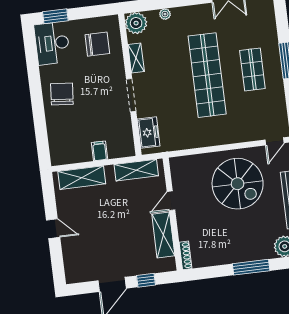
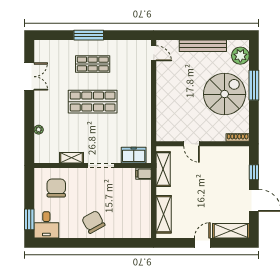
plant: (136, 23) -> (43, 154), removed
desk: (52, 43) -> (46, 225), width x0.73
shop shelf: (207, 75) -> (93, 102), width x0.71
chair: (62, 94) -> (93, 222), turned 56
filing cabinet: (99, 151) -> (144, 174), moved
spiral stairs: (238, 184) -> (225, 94), moved
shelving: (163, 235) -> (231, 231), moved

